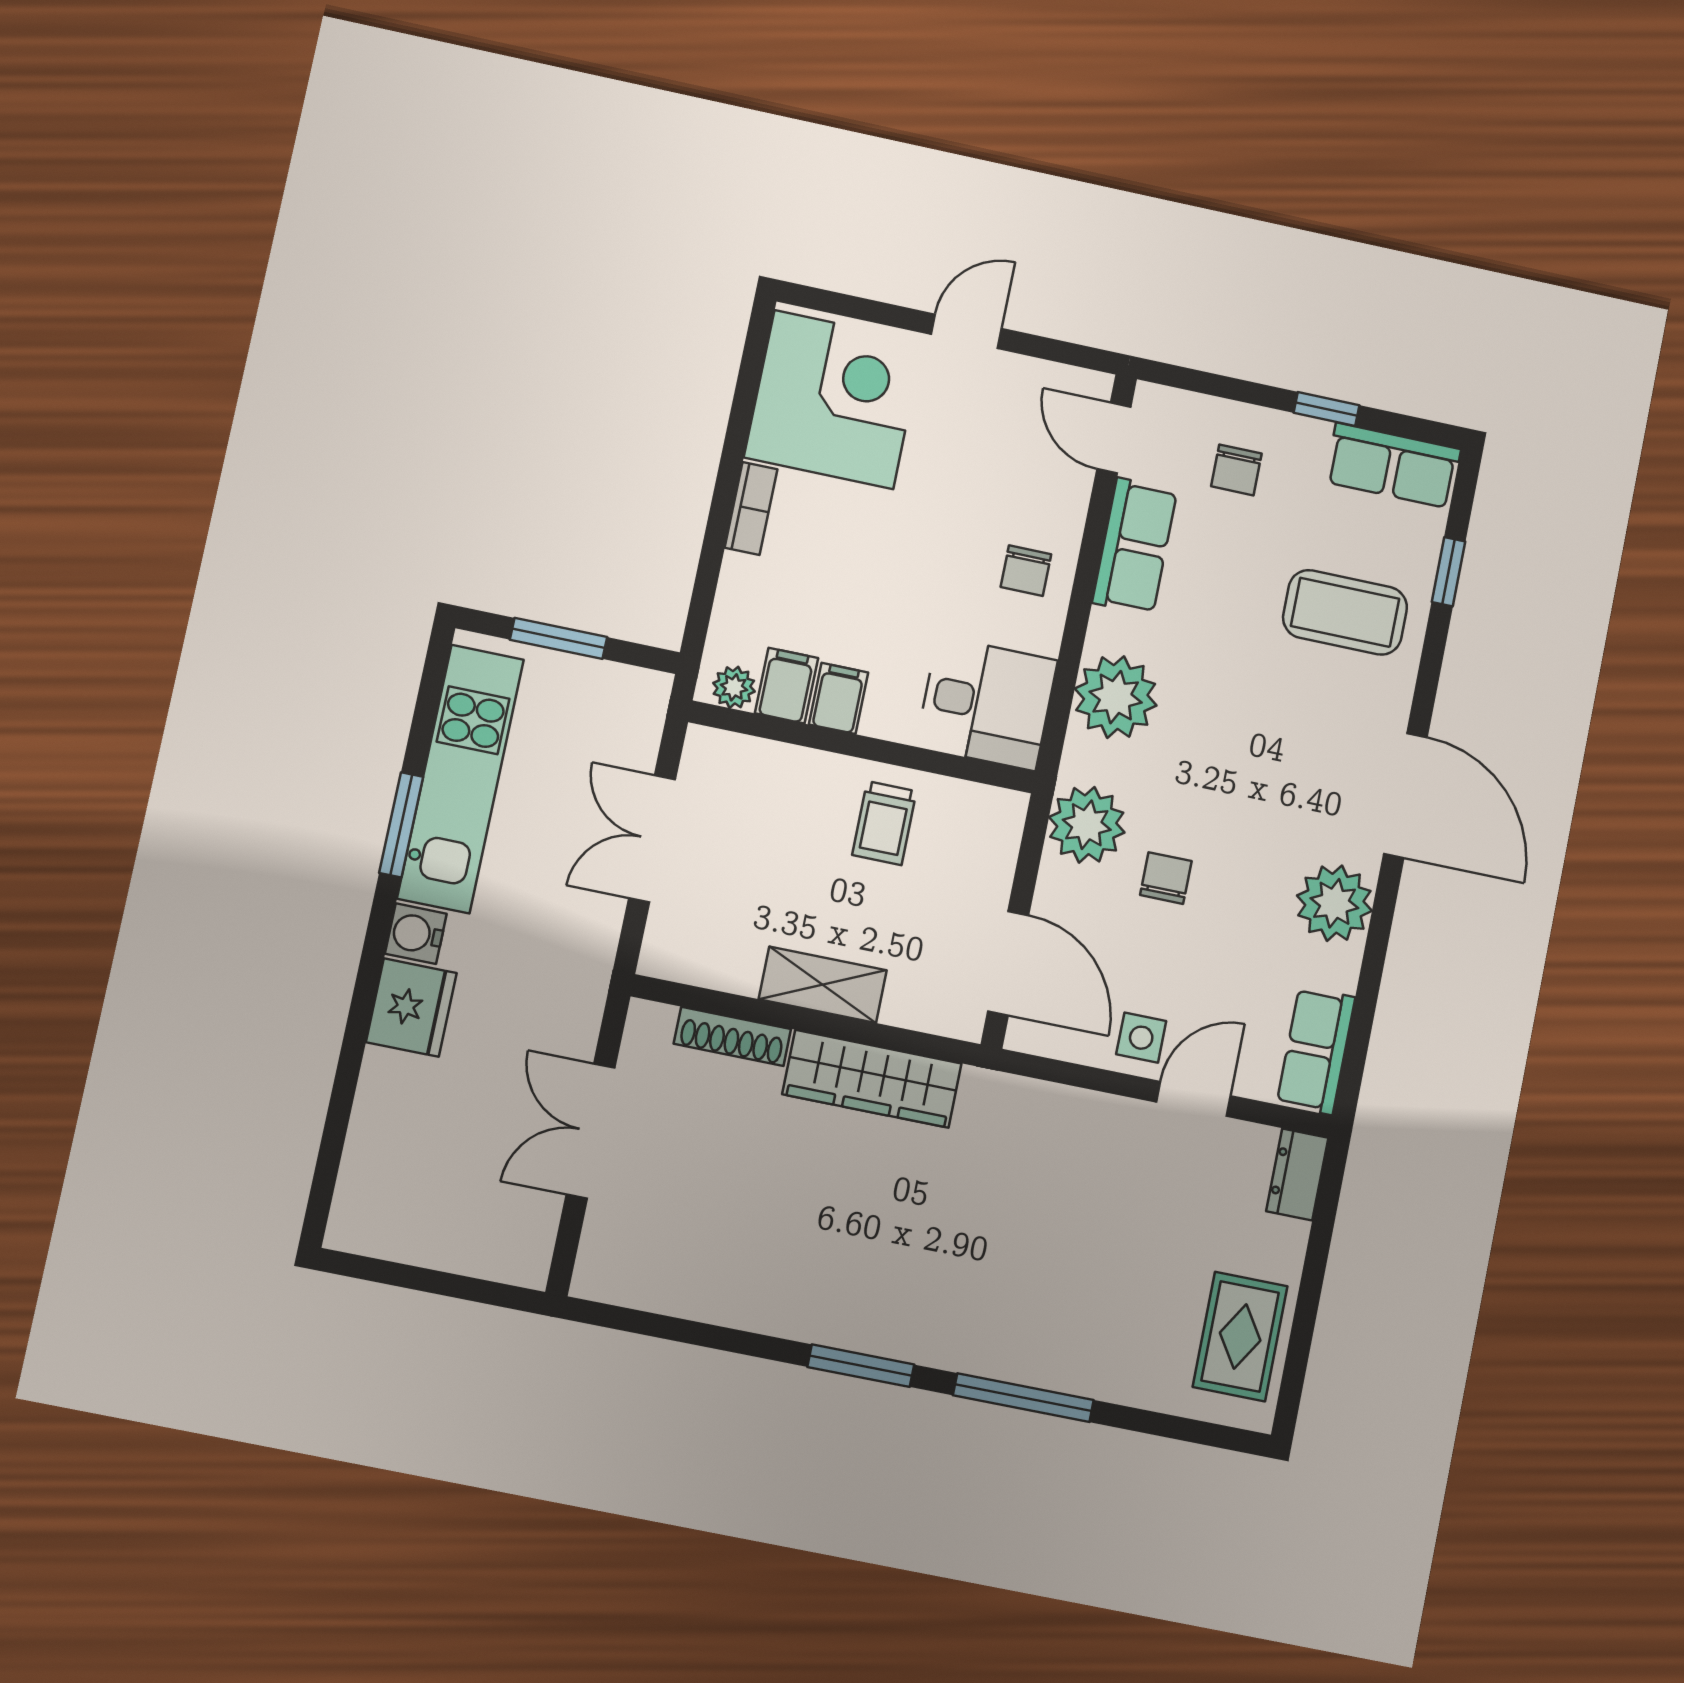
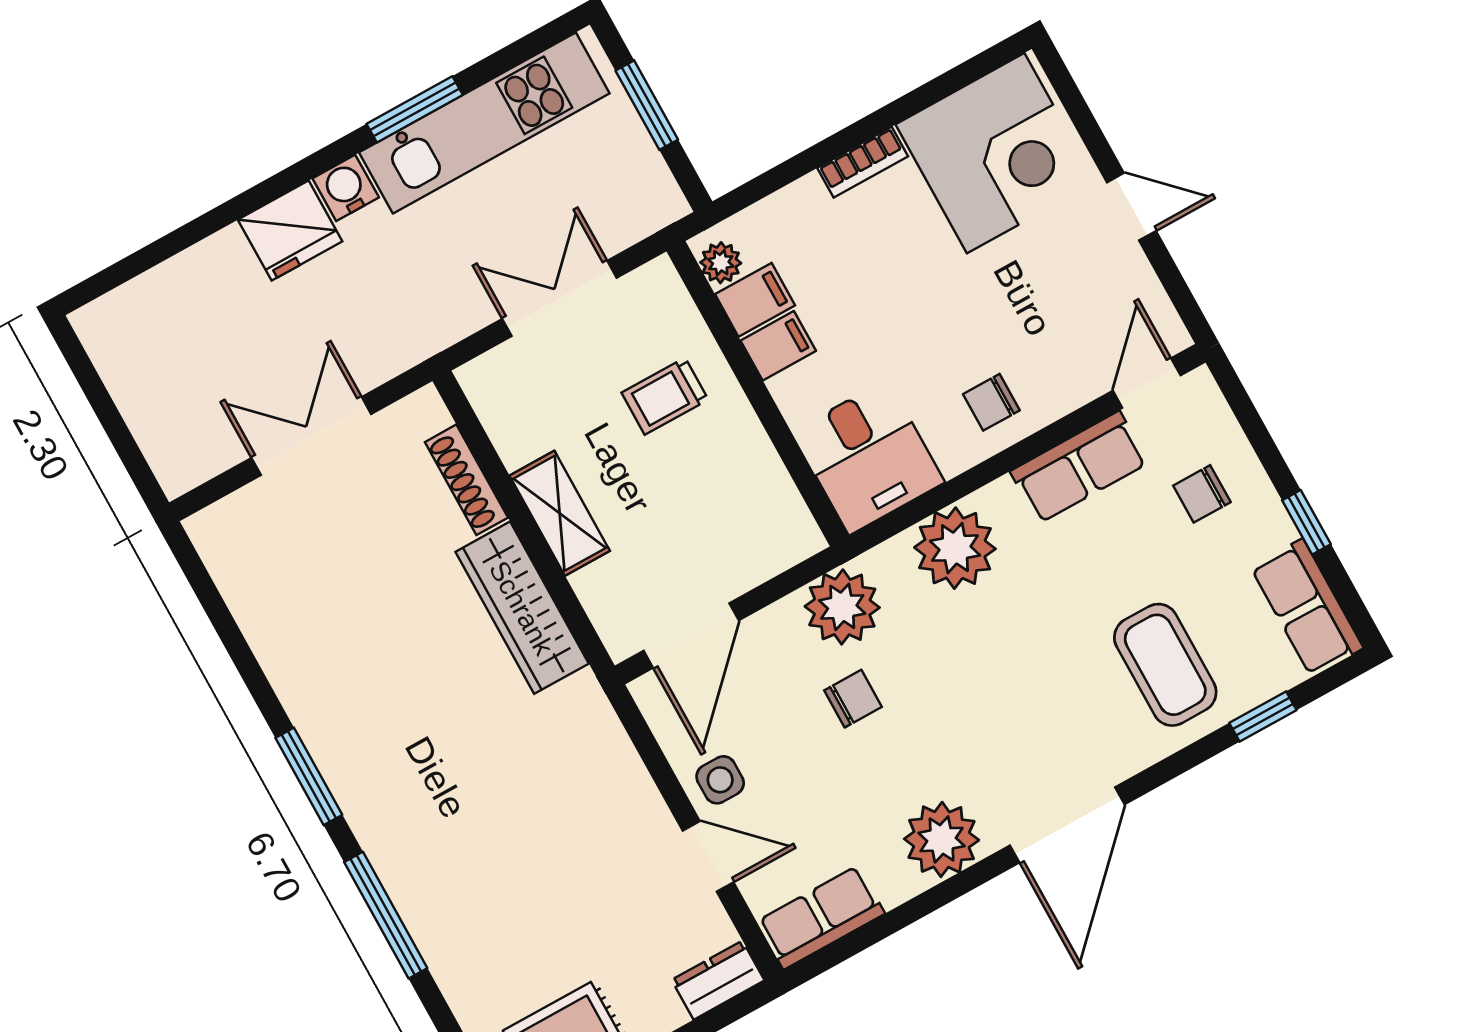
trolley: (884, 823) -> (665, 396), moved

